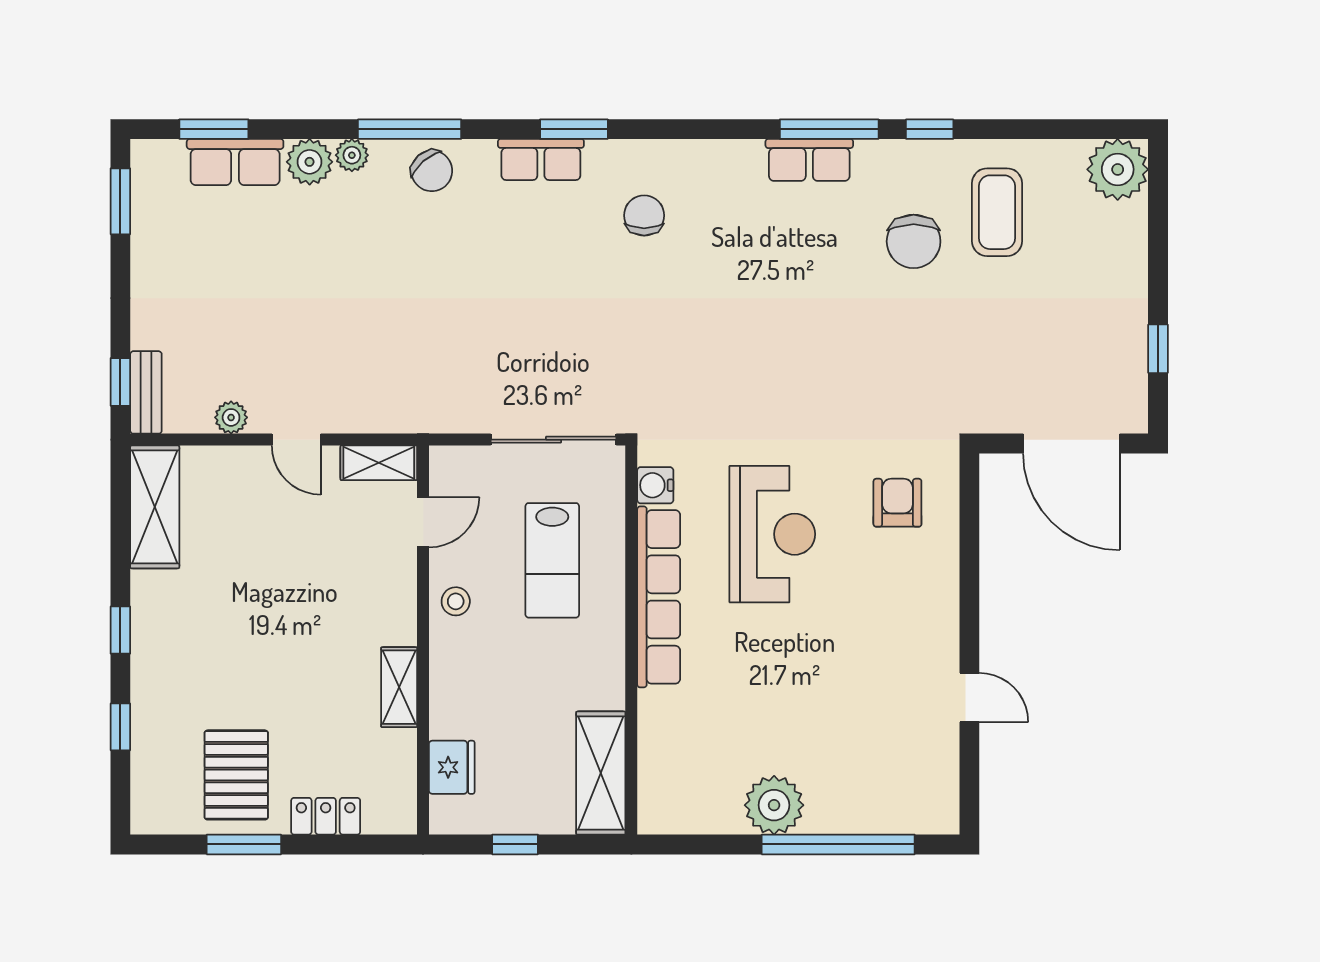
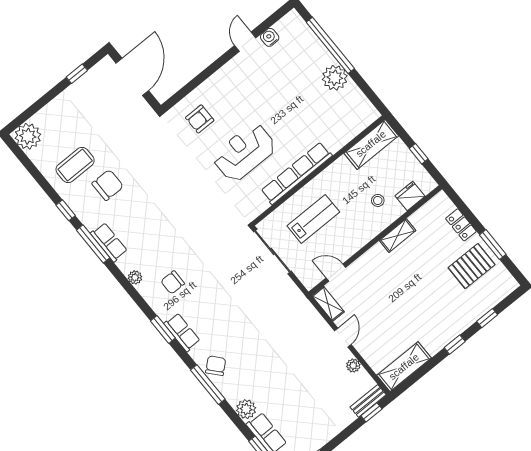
plant: (352, 155) -> (135, 277), moved
water cooler: (655, 485) -> (270, 37), moved, turned 180
stool: (456, 601) -> (378, 200), moved

